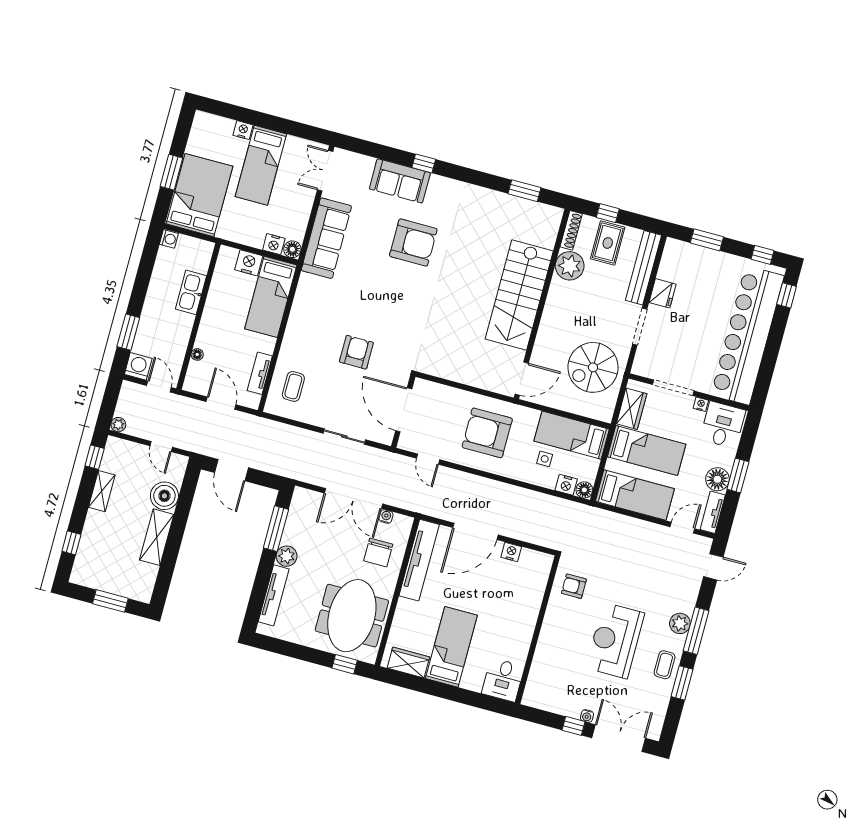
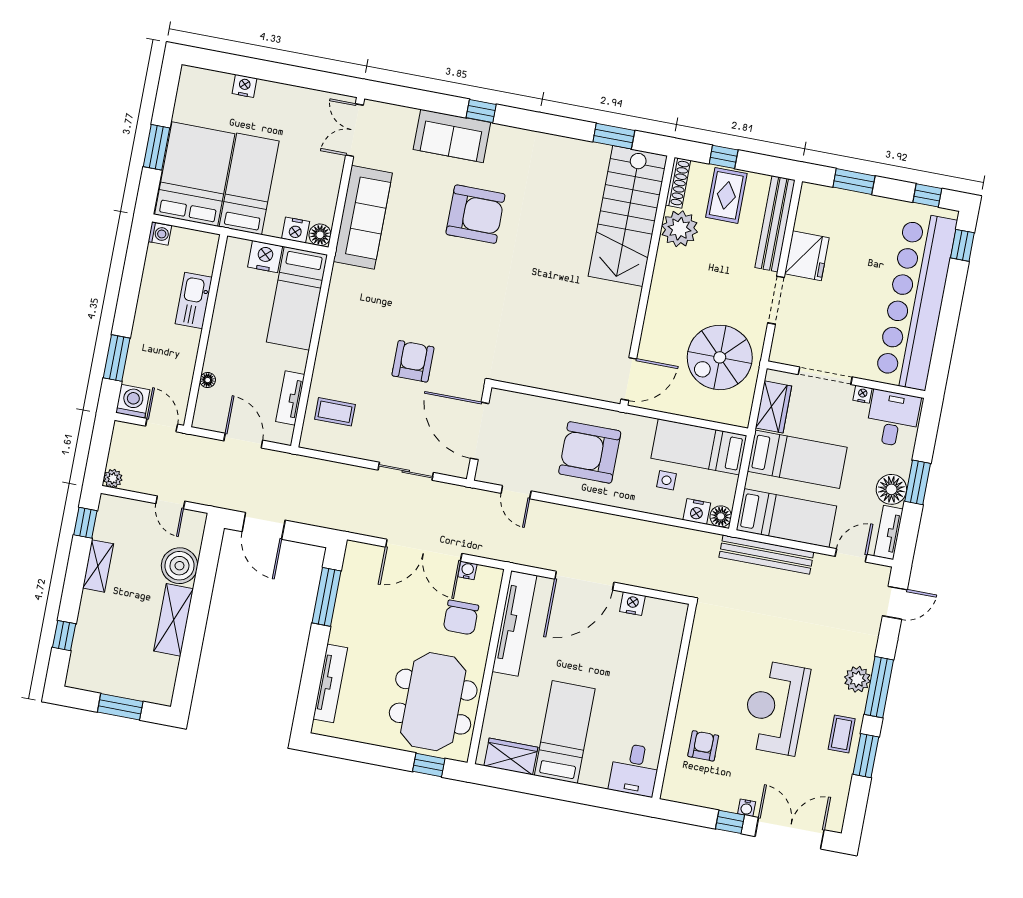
bed: (261, 165) -> (249, 184), moved, turned 180
fridge: (663, 293) -> (807, 256), width x1.36, depth x1.34
stairs: (519, 295) -> (628, 216), moved
coffee table: (293, 386) -> (335, 412), turned 90
bench: (617, 522) -> (766, 555), added
plant: (287, 556) -> (343, 631), removed
armchair: (574, 586) -> (703, 746), moved, turned 90

